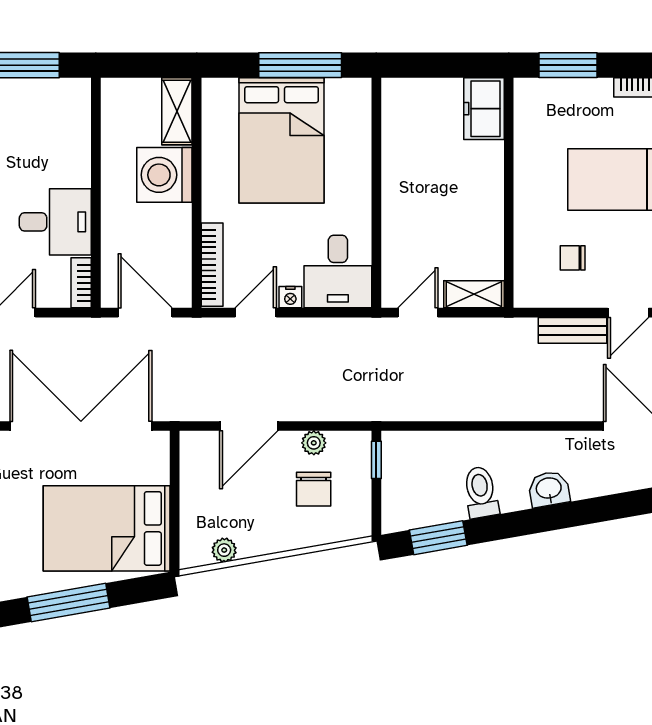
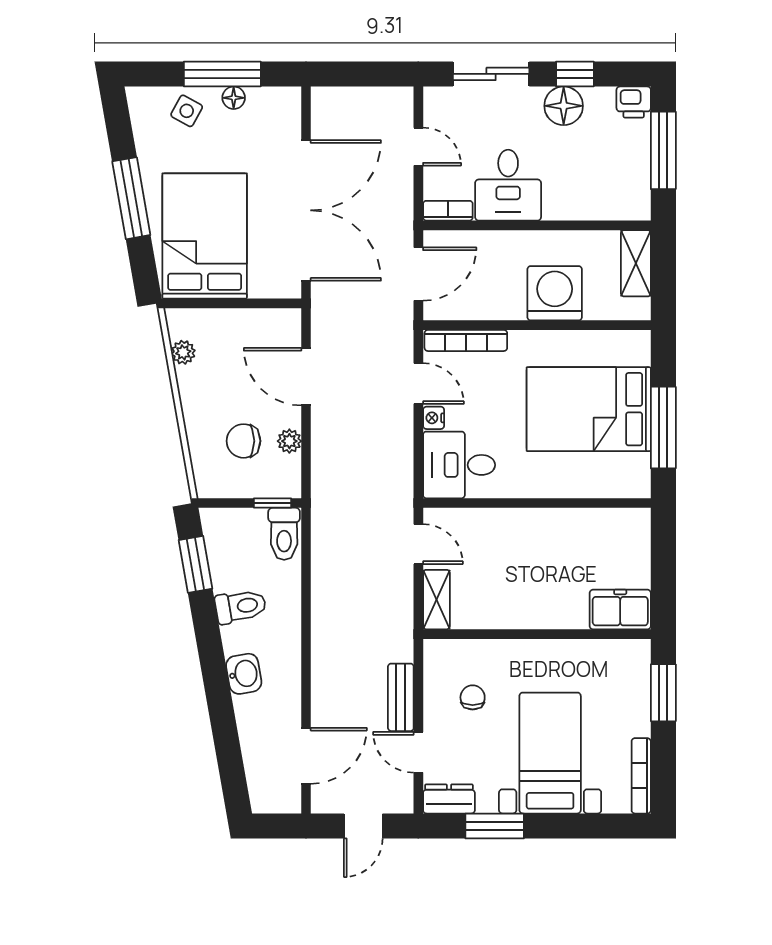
shelving: (177, 111) -> (636, 263), moved, turned 90
toilet: (407, 448) -> (284, 534), added

